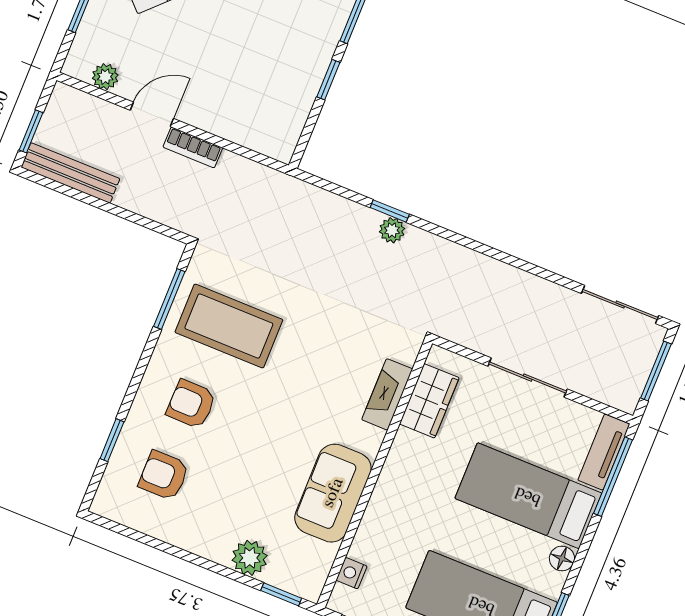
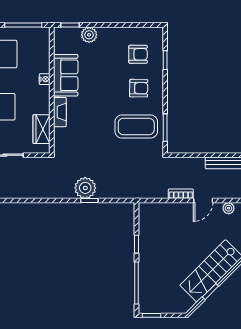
plant: (392, 230) -> (85, 188), width x1.88, depth x1.88
fireplace: (387, 394) -> (60, 112), moved
nightstand: (352, 573) -> (45, 79), moved

